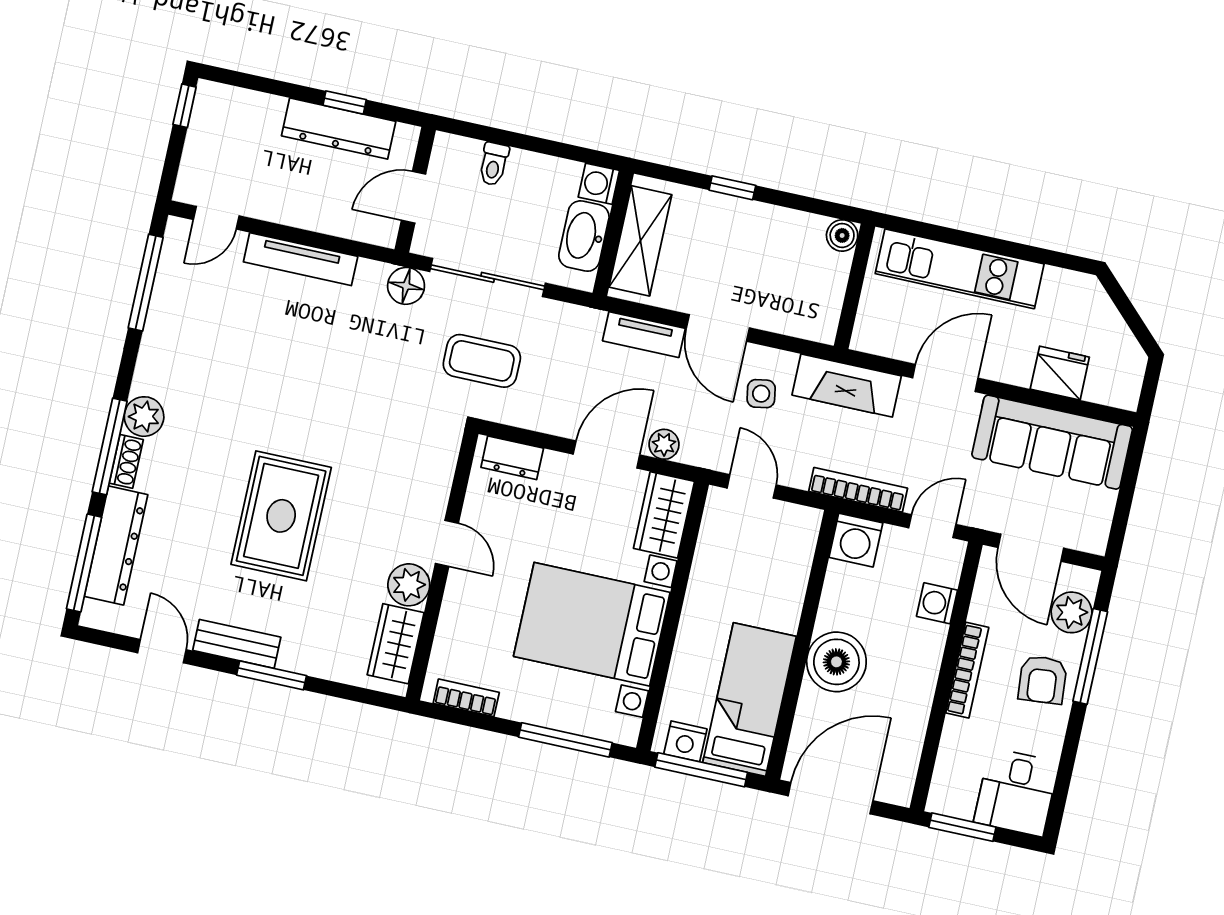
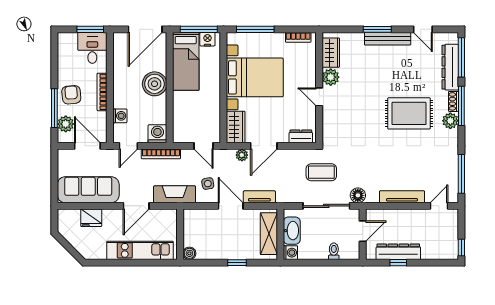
rug: (281, 516) -> (409, 113), moved, turned 90
bench: (237, 644) -> (388, 39), width x1.36
desk: (1016, 792) -> (92, 48), moved

